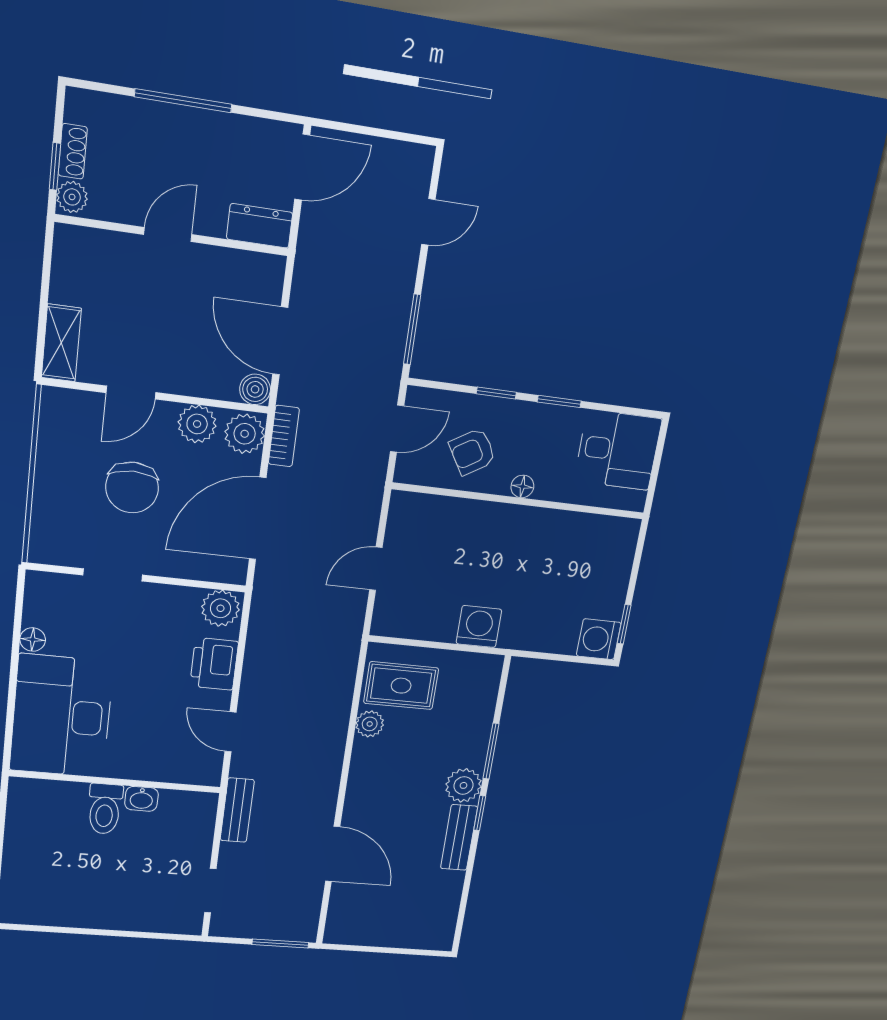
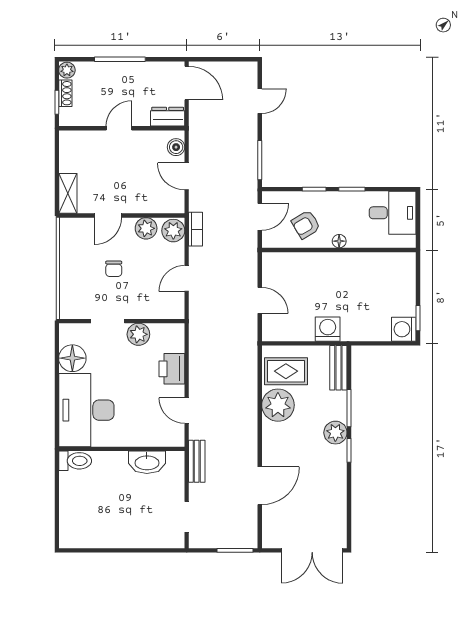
door: (302, 167) -> (187, 83), hinge flipped
plant: (72, 197) -> (67, 70), moved
door: (280, 341) -> (187, 176), width x0.73
boiler: (255, 389) -> (176, 147), moved
chair: (132, 488) -> (114, 269), width x0.54, depth x0.54
door: (258, 519) -> (187, 278), width x0.53
door: (376, 569) -> (260, 300), swing flipped
plant: (220, 608) -> (138, 334), moved
floor lamp: (33, 639) -> (72, 358), width x1.89, depth x1.89
plant: (370, 724) -> (278, 405), width x1.87, depth x1.87
washbasin: (141, 799) -> (147, 462), width x1.91, depth x1.45
toilet: (105, 809) -> (75, 461), moved, turned -90
bench: (459, 838) -> (338, 368), moved
door: (333, 854) -> (260, 486), hinge flipped
double door: (399, 951) -> (312, 550), added

